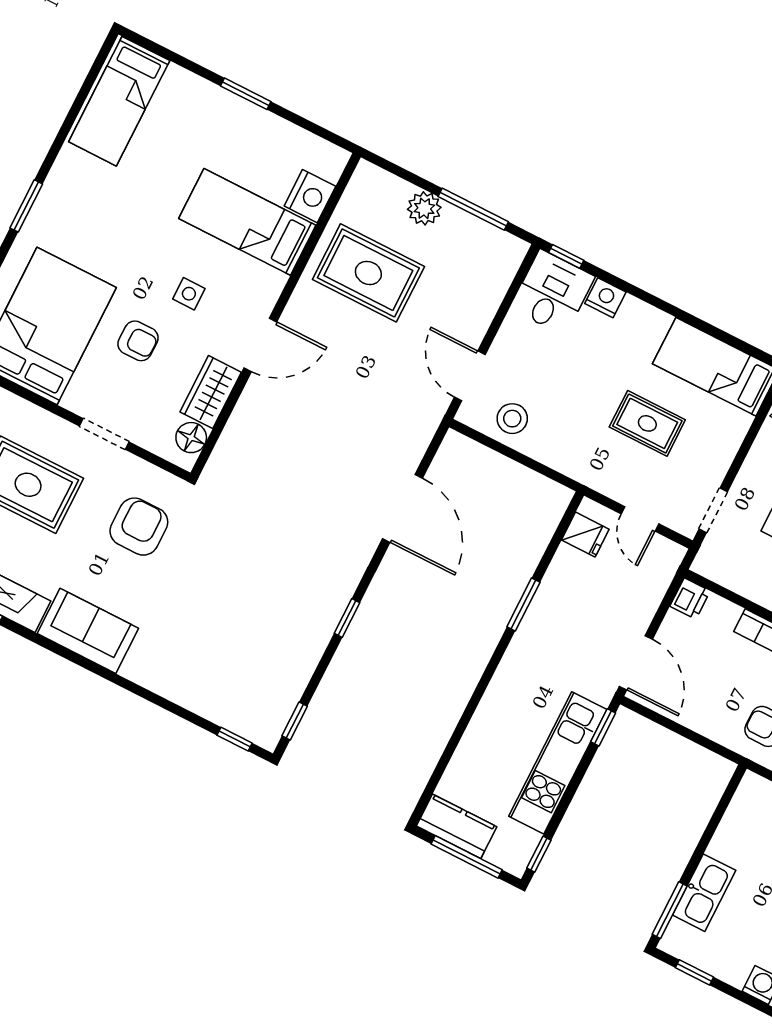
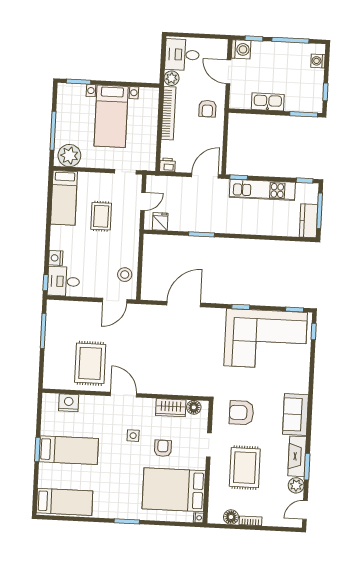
plant: (424, 208) -> (52, 352), removed
bed: (247, 222) -> (69, 450), moved, turned -90
door: (260, 345) -> (123, 395), moved
corner sofa: (262, 638) -> (266, 339), added
kitchen sink: (704, 893) -> (268, 102), moved

